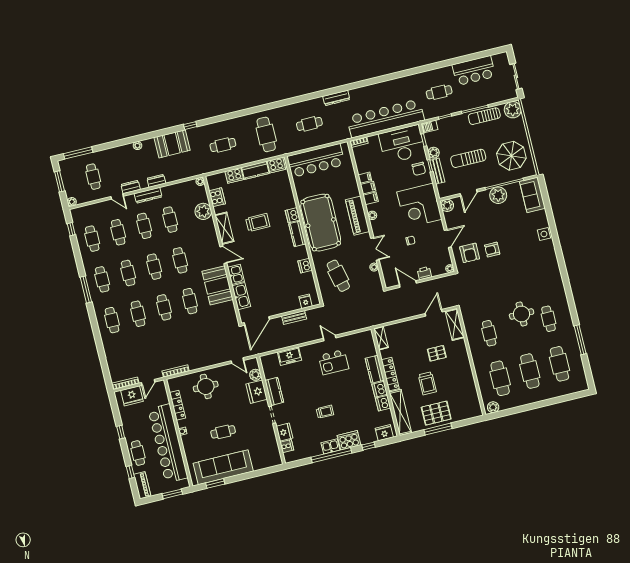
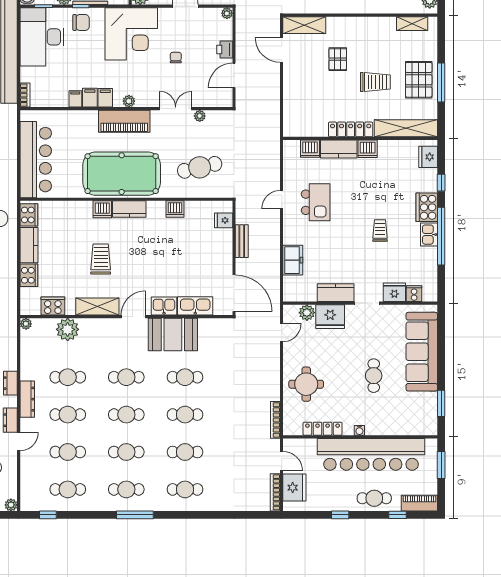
shelving: (381, 338) -> (412, 24), moved
dishwasher: (383, 403) -> (310, 149), moved
sofa: (223, 467) -> (422, 352), moved

